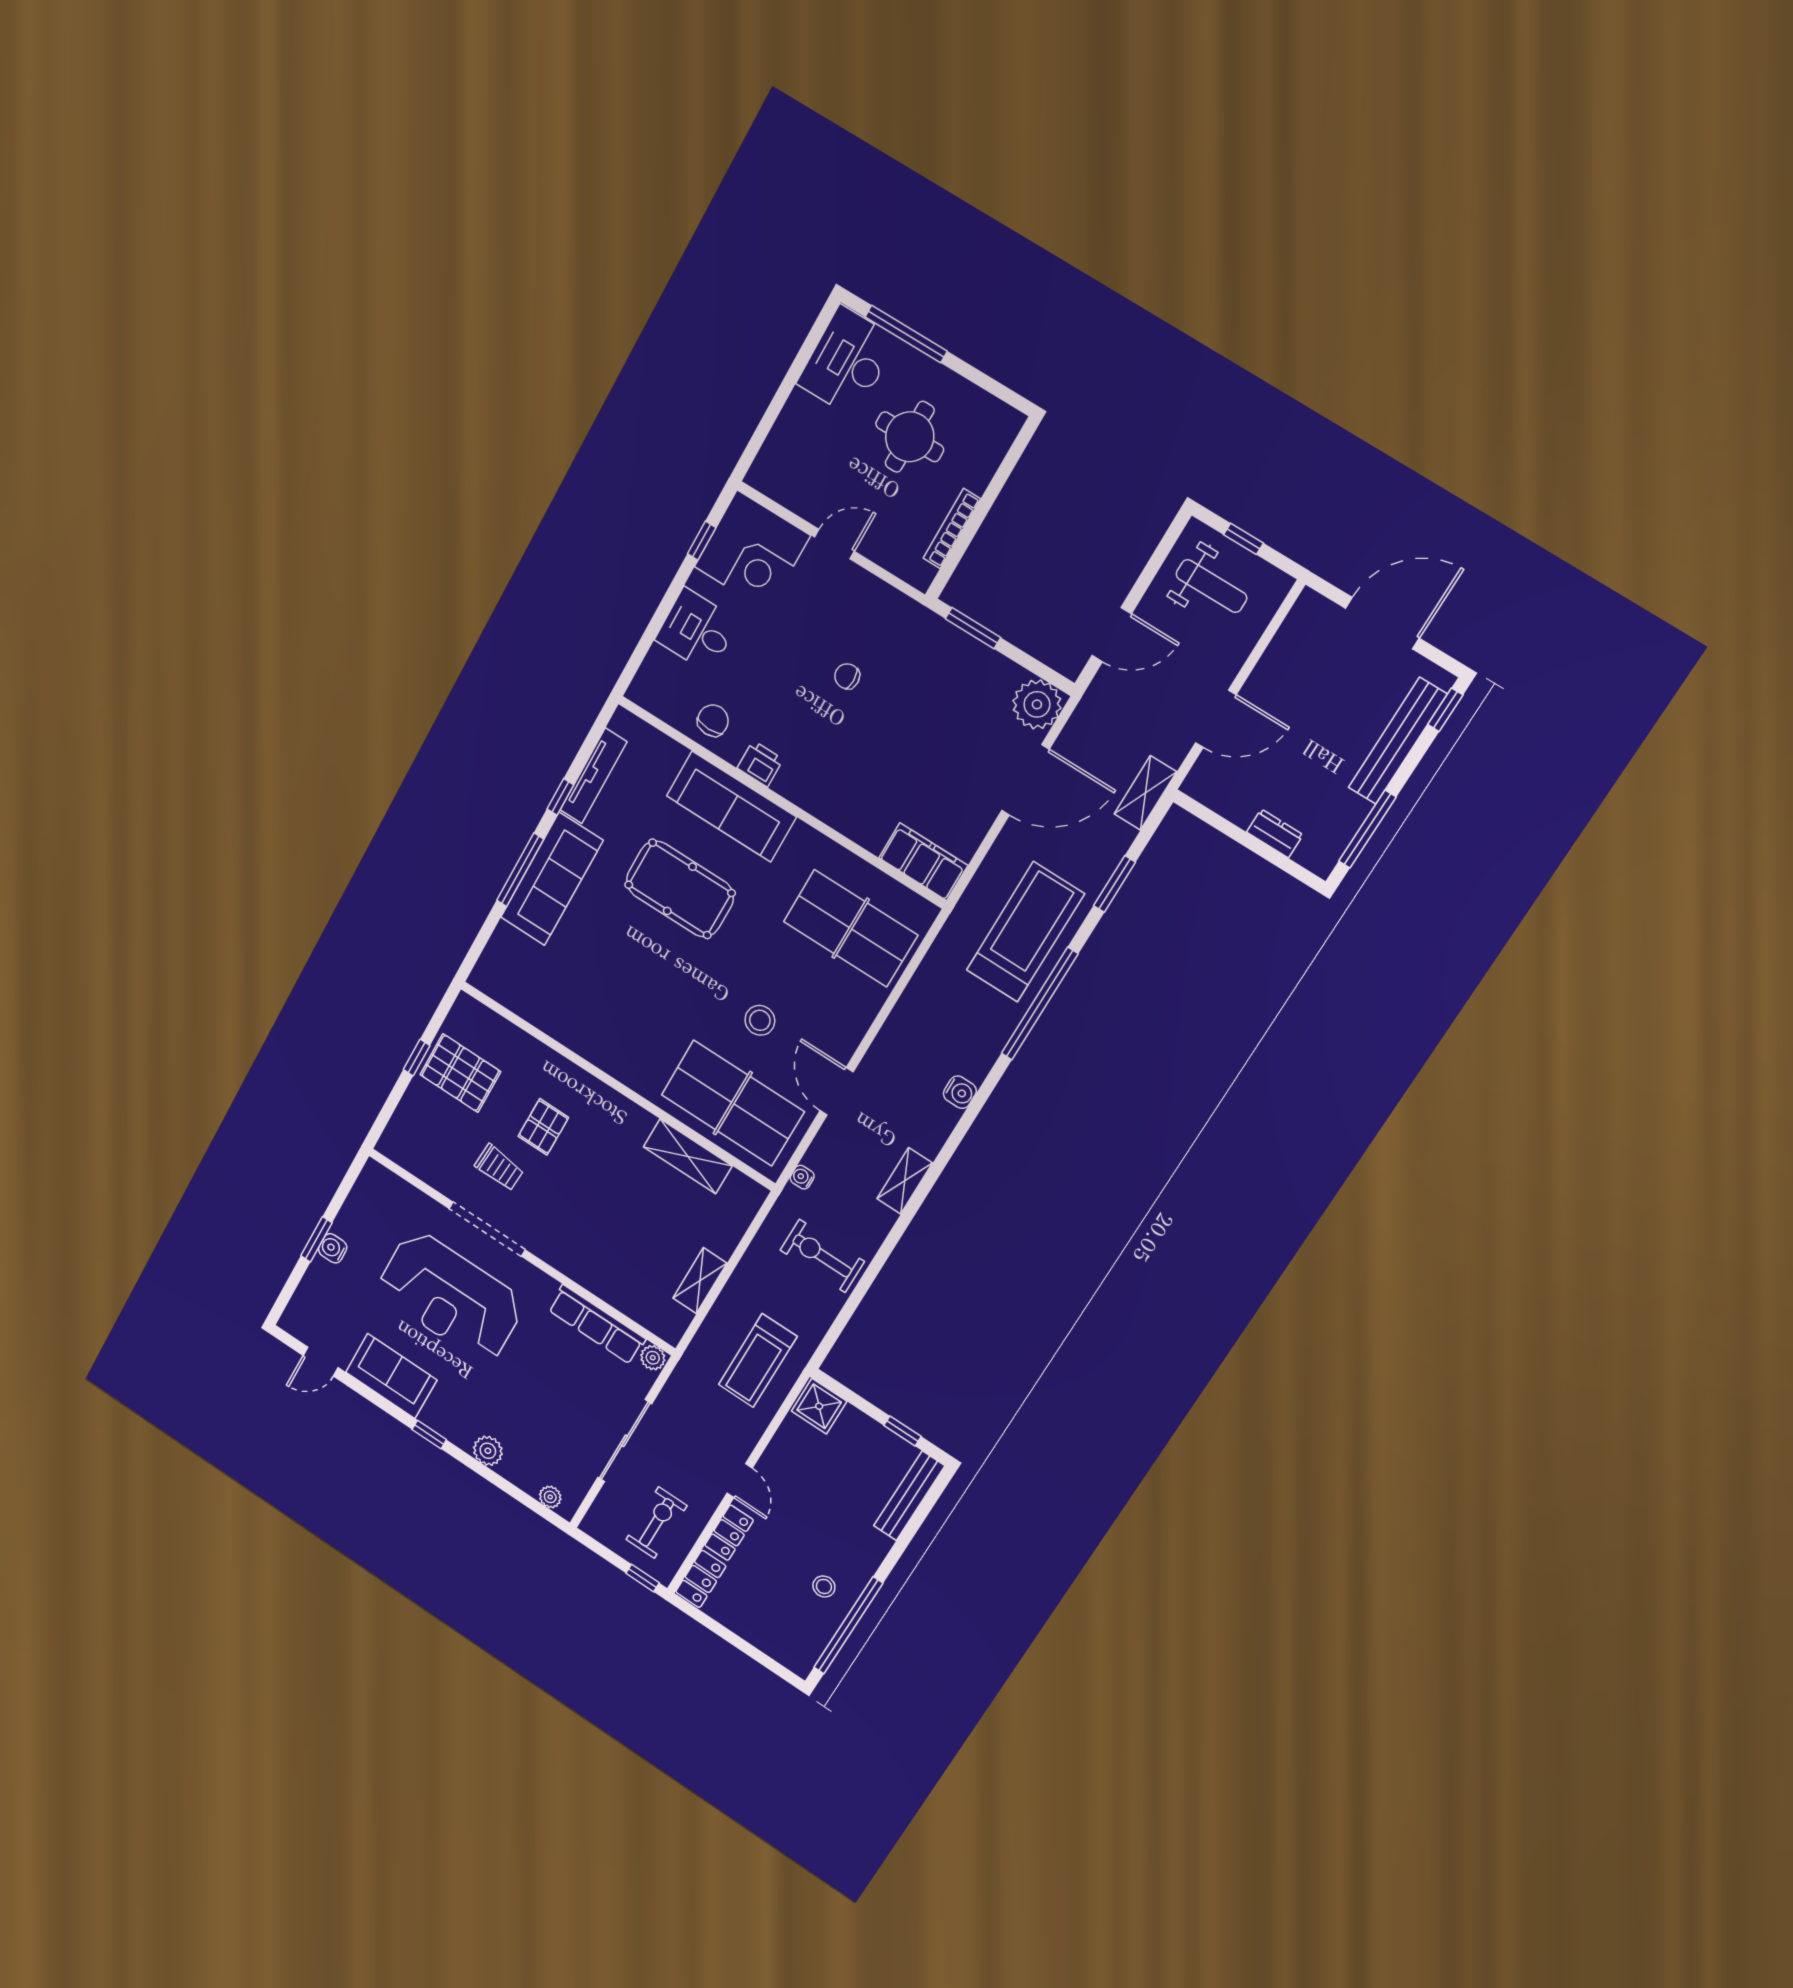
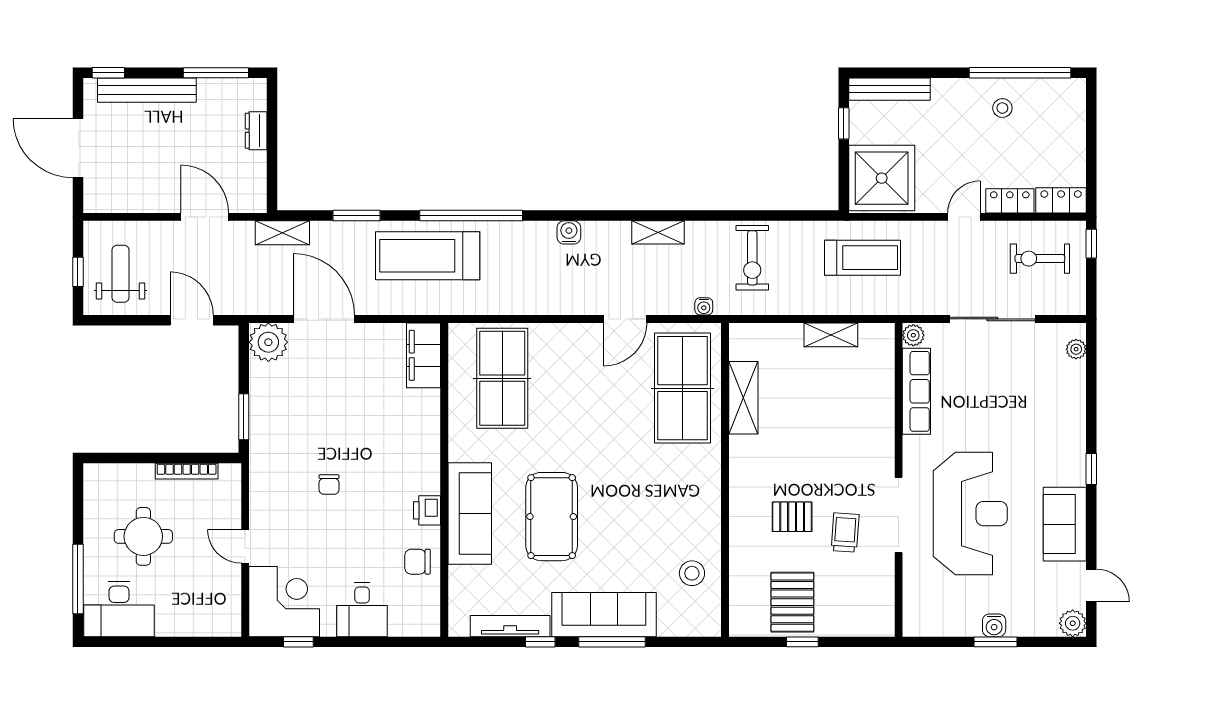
stool: (760, 1020) -> (692, 573), moved
shower: (819, 1406) -> (882, 178), width x1.86, depth x1.86
plant: (488, 1451) -> (1073, 623), moved

